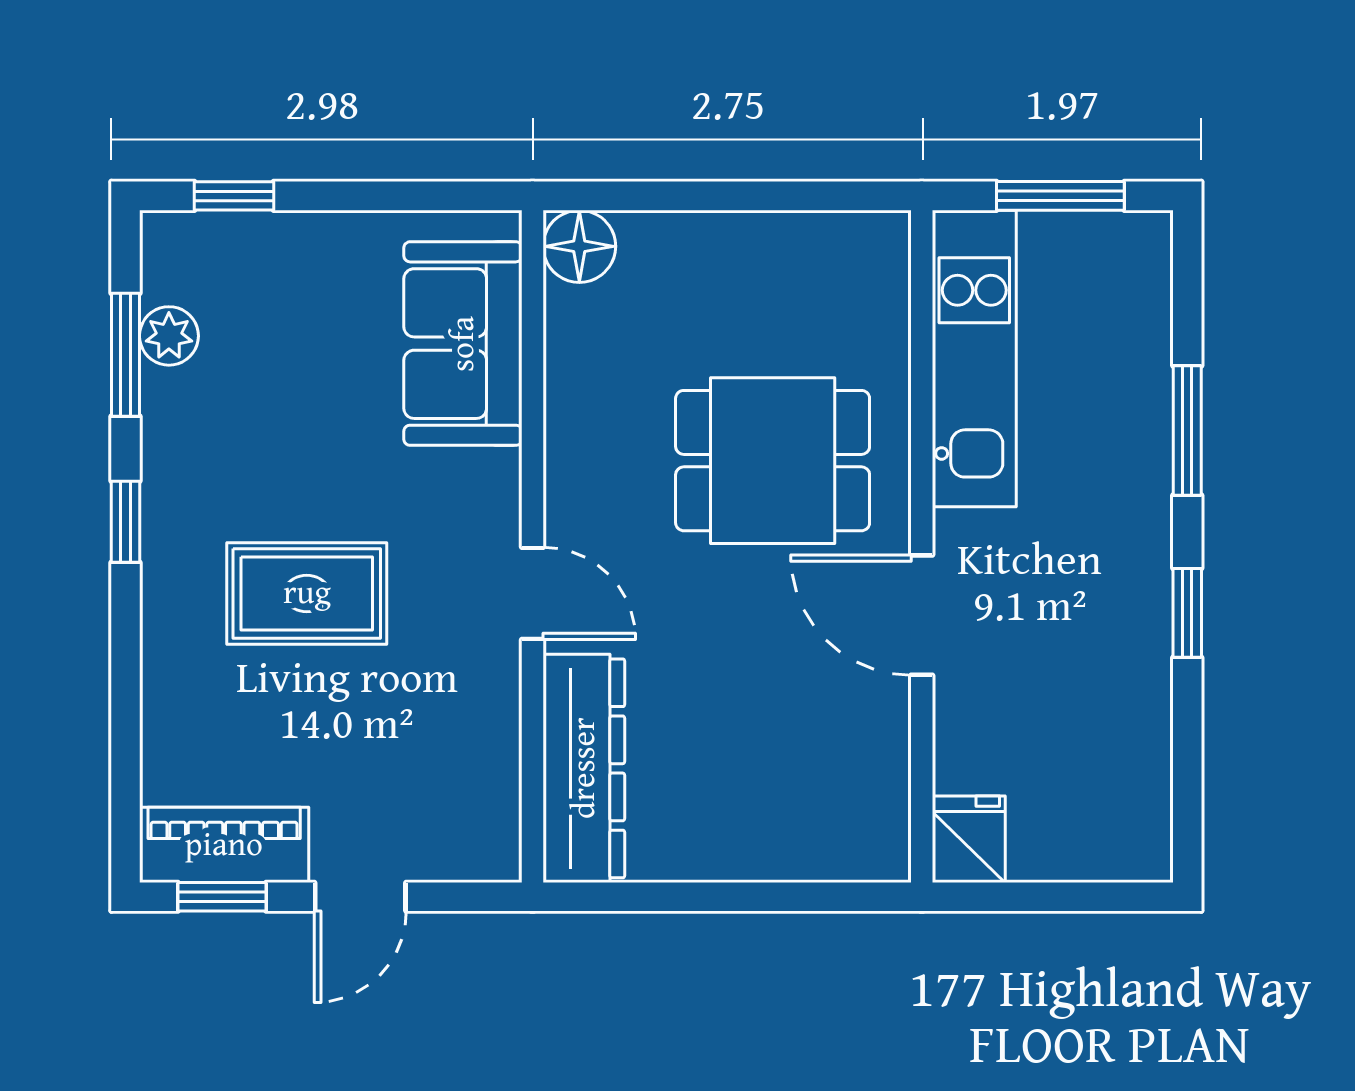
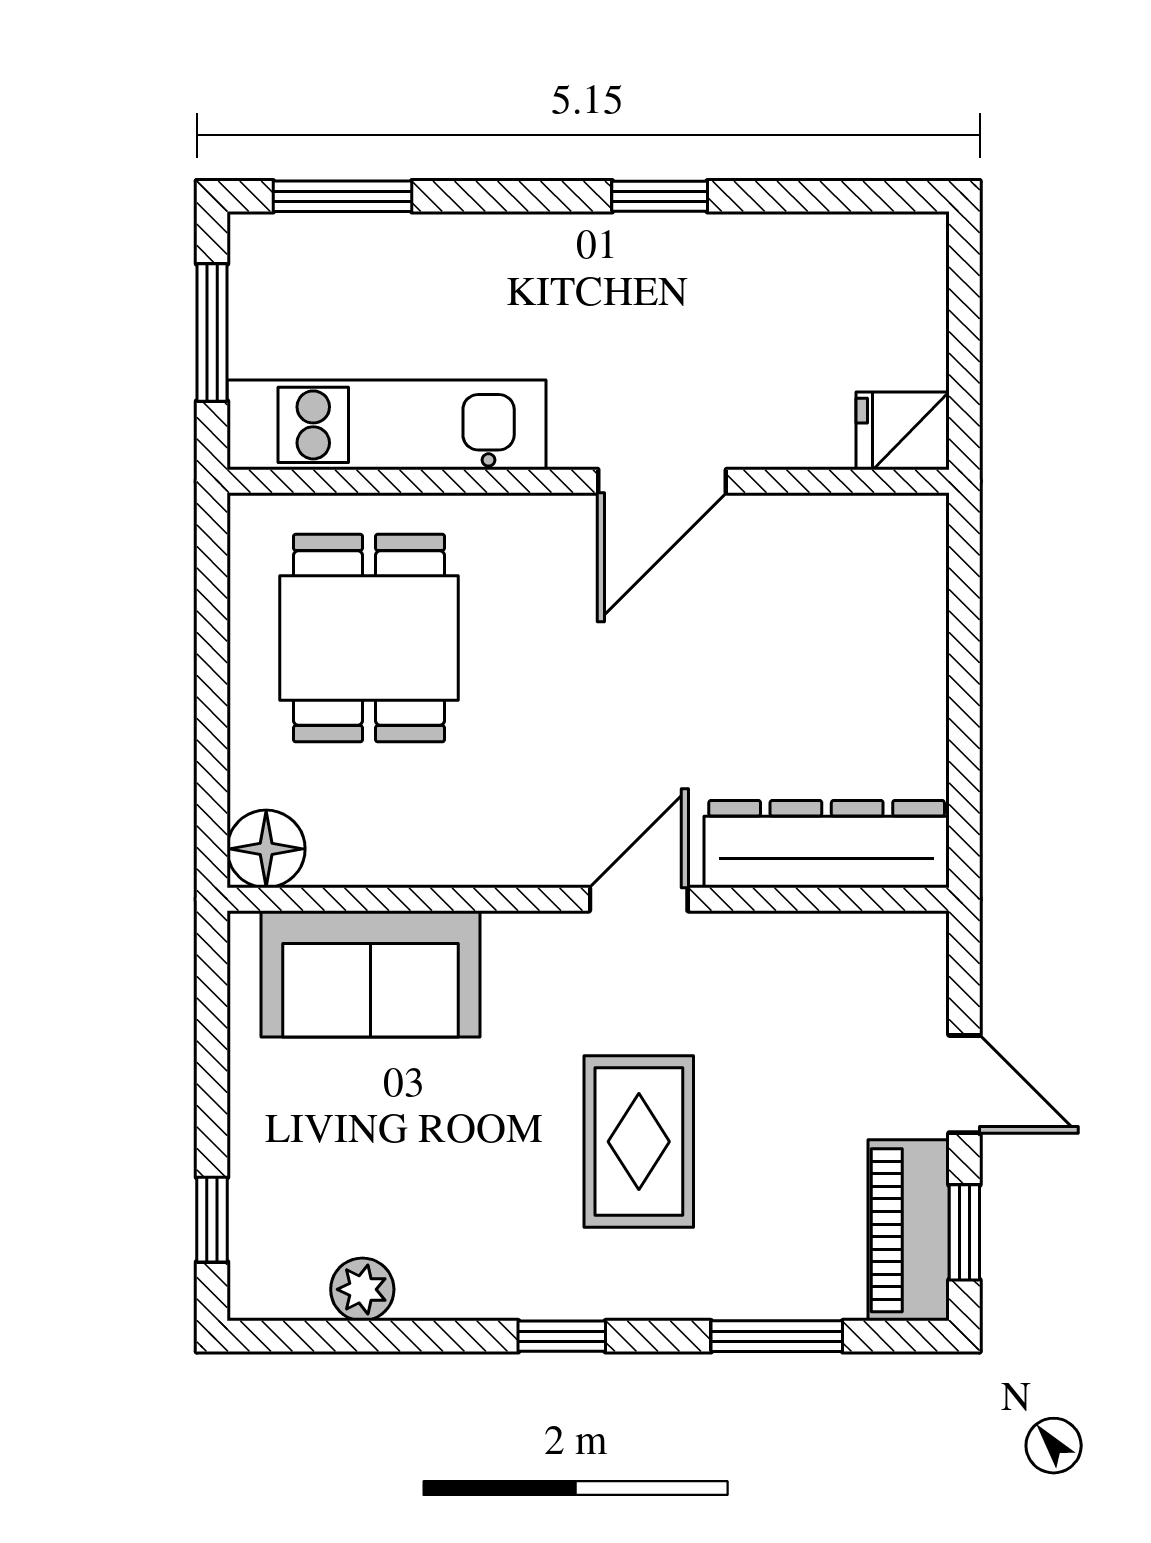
window: (125, 355) -> (777, 1336), moved
window: (1187, 431) -> (343, 196), moved
dining table: (773, 461) -> (369, 638), moved

